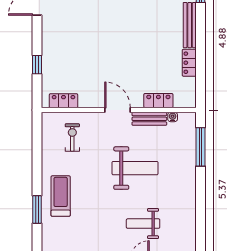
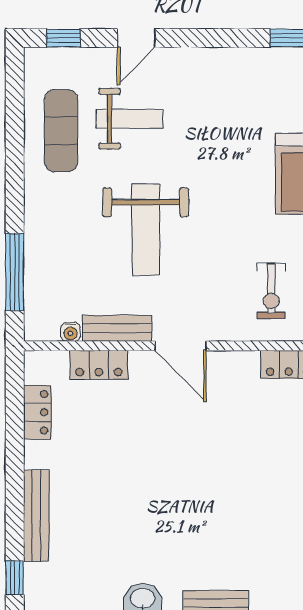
locker: (189, 63) -> (37, 412), moved
weight bench: (135, 168) -> (146, 230), turned -90
exercise mat: (177, 218) -> (61, 131), added

